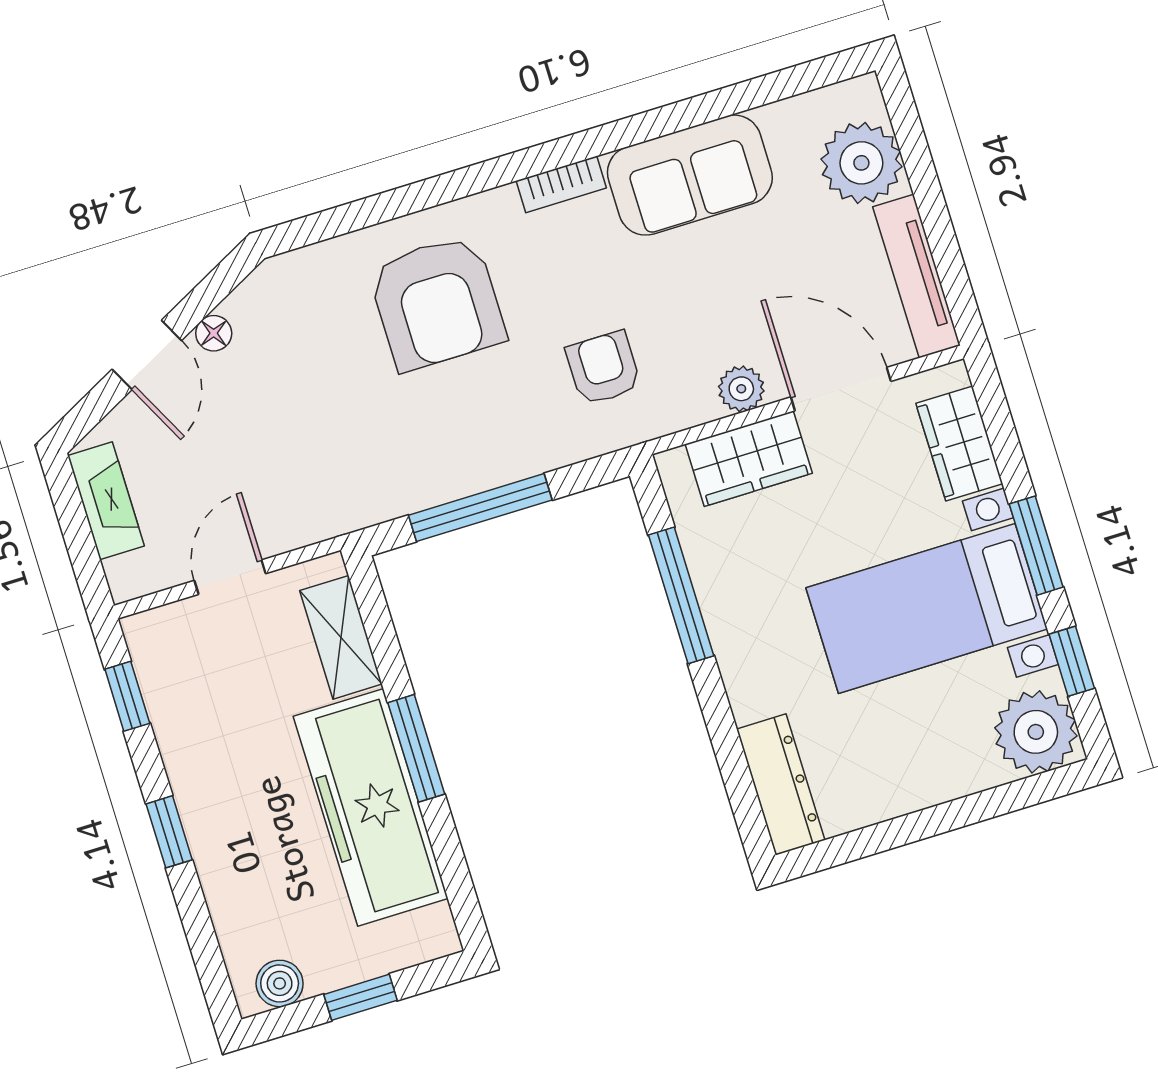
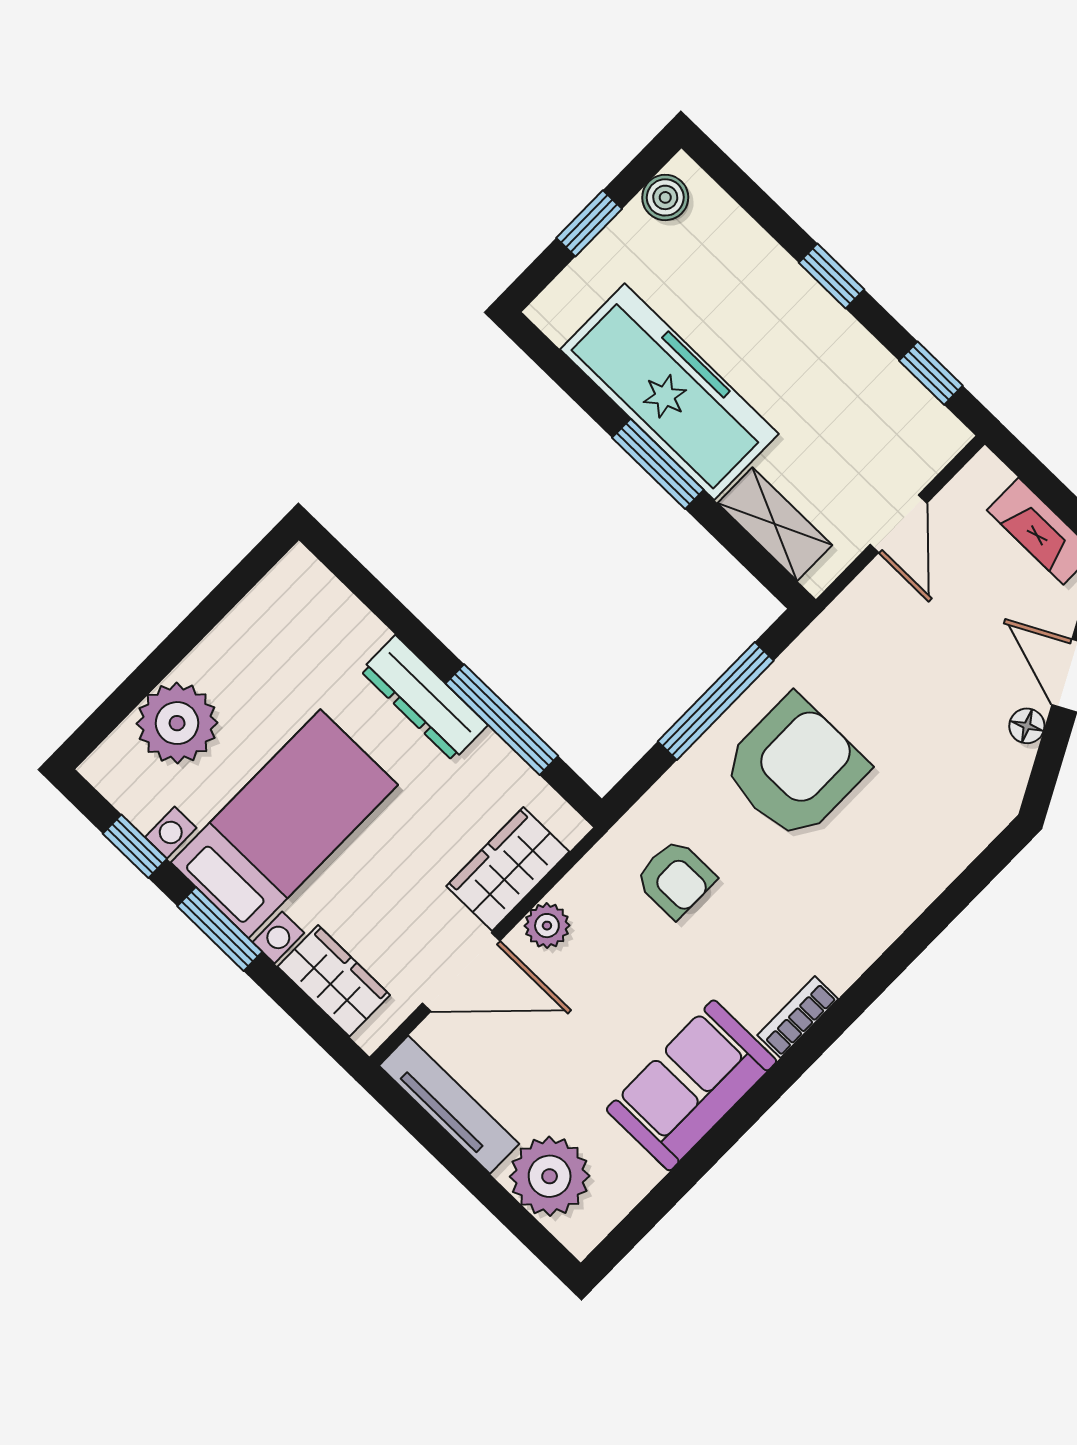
armchair: (437, 303) -> (794, 768), moved, turned 90
plant: (1036, 732) -> (177, 723), moved
dresser: (781, 785) -> (424, 698), moved

